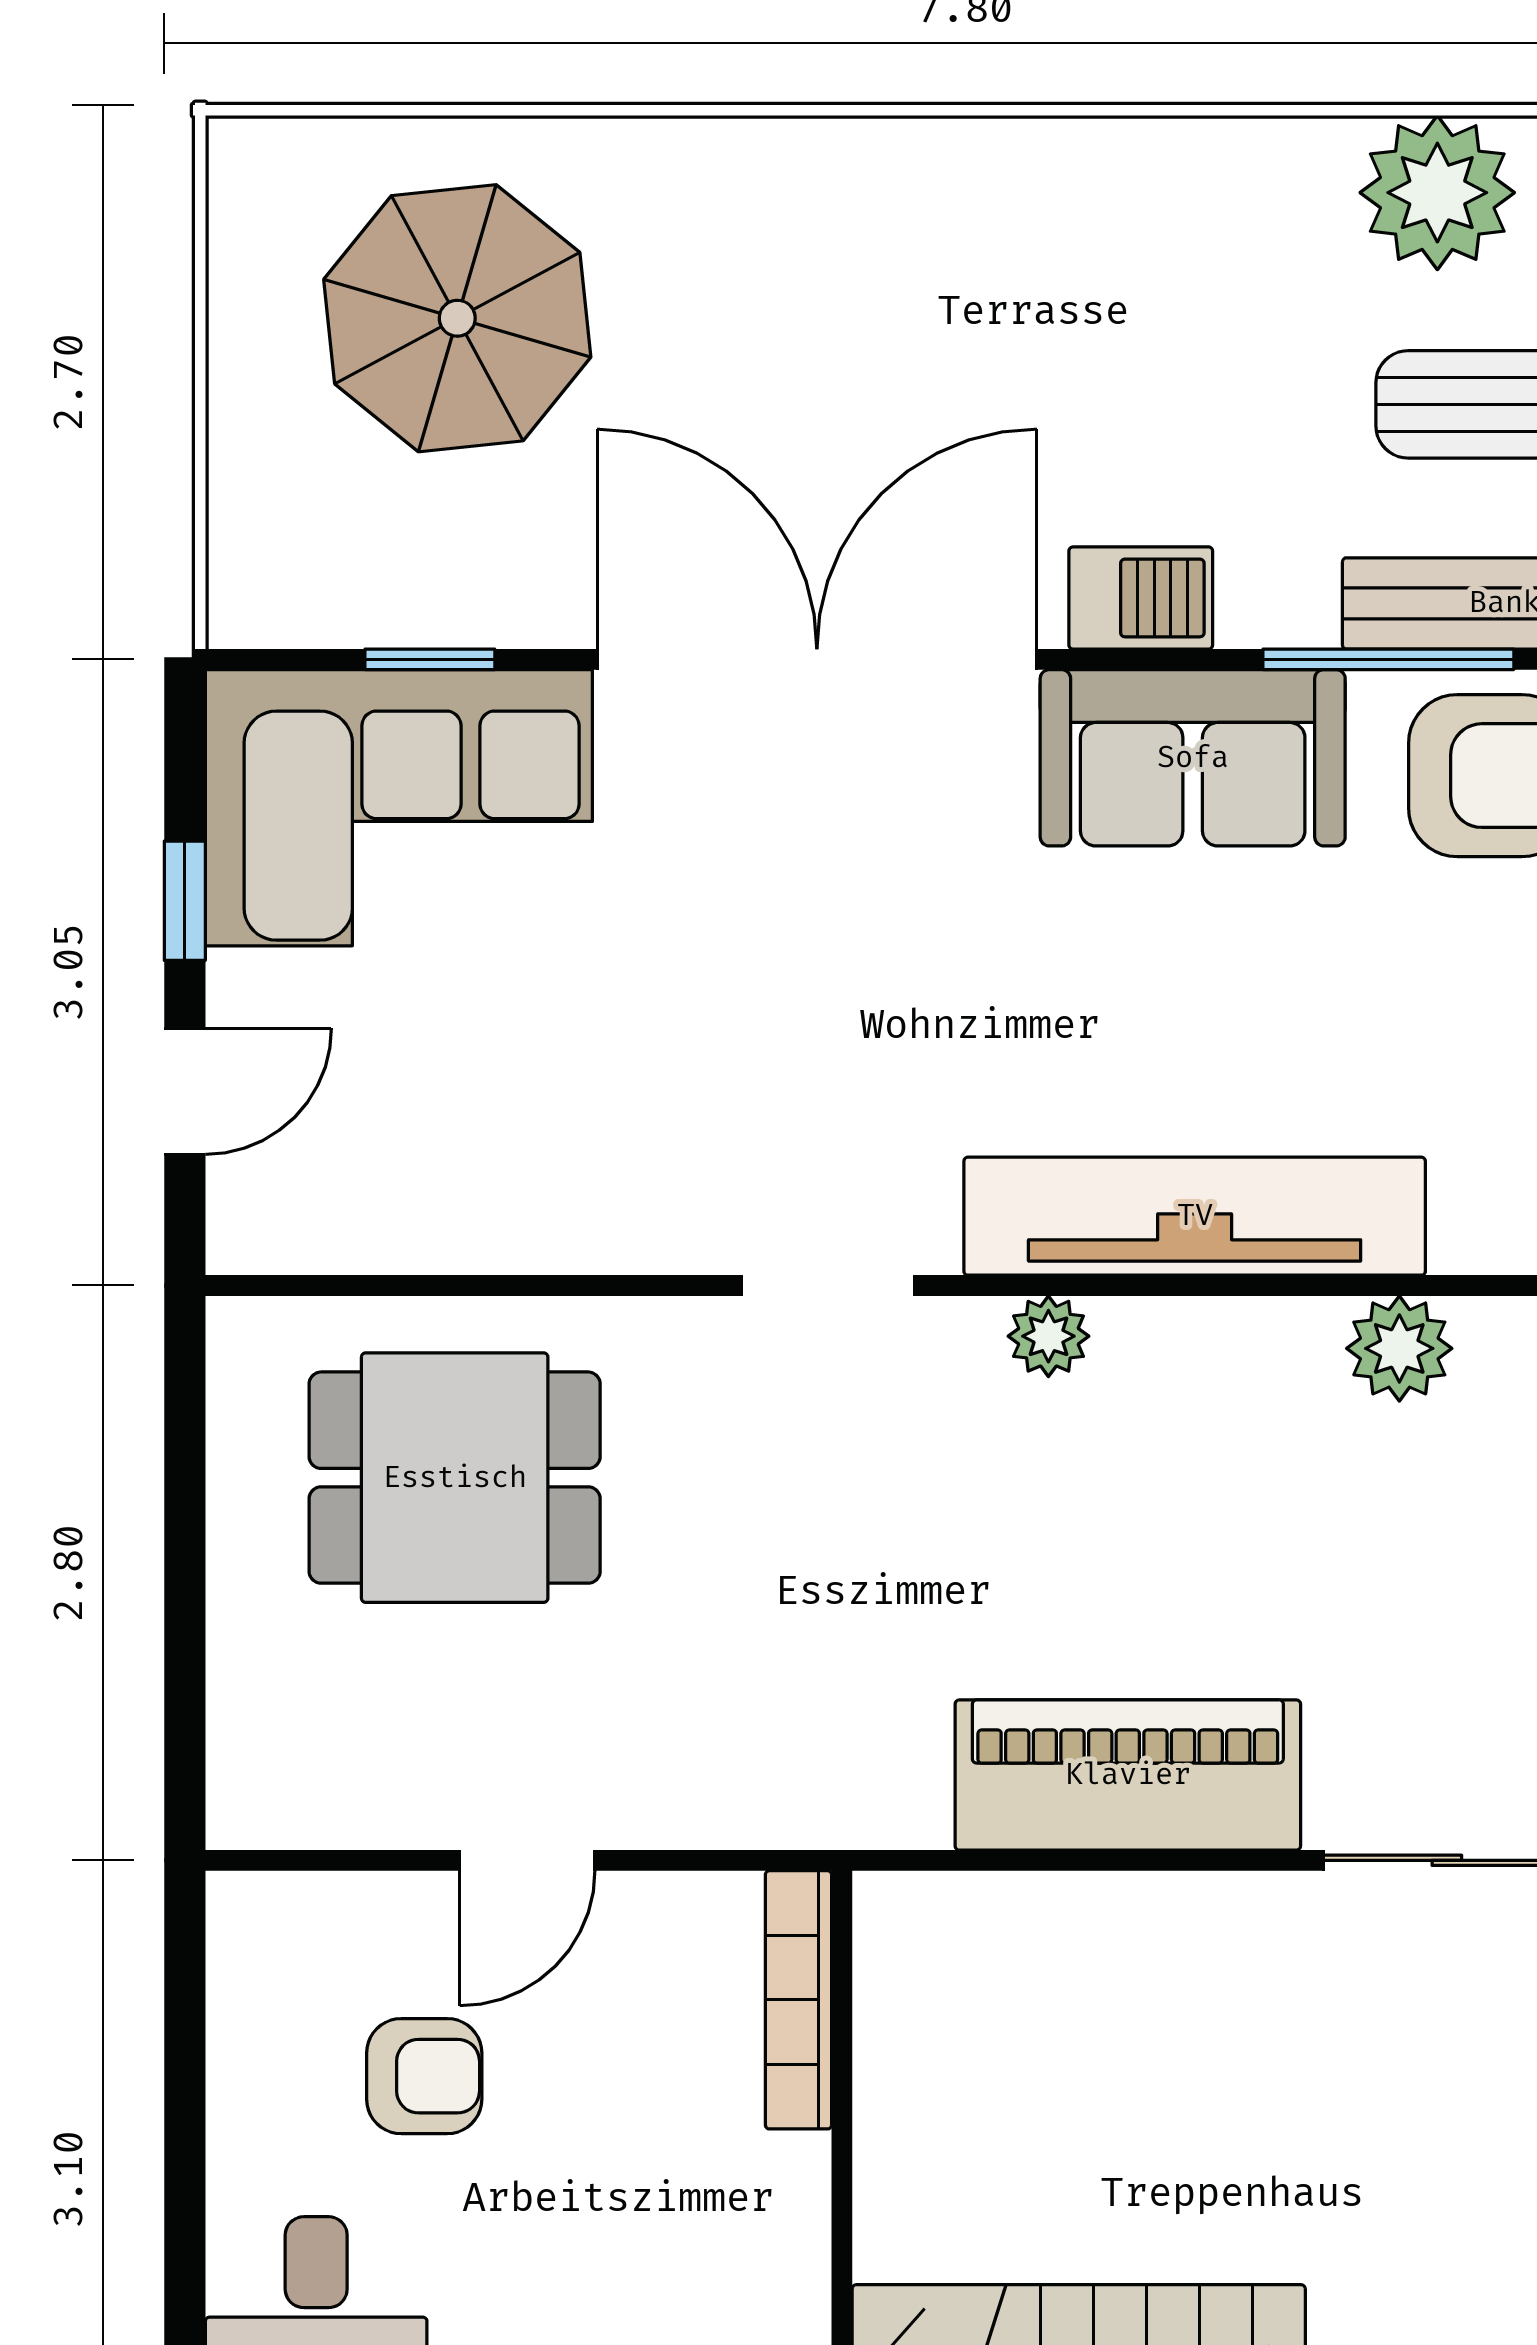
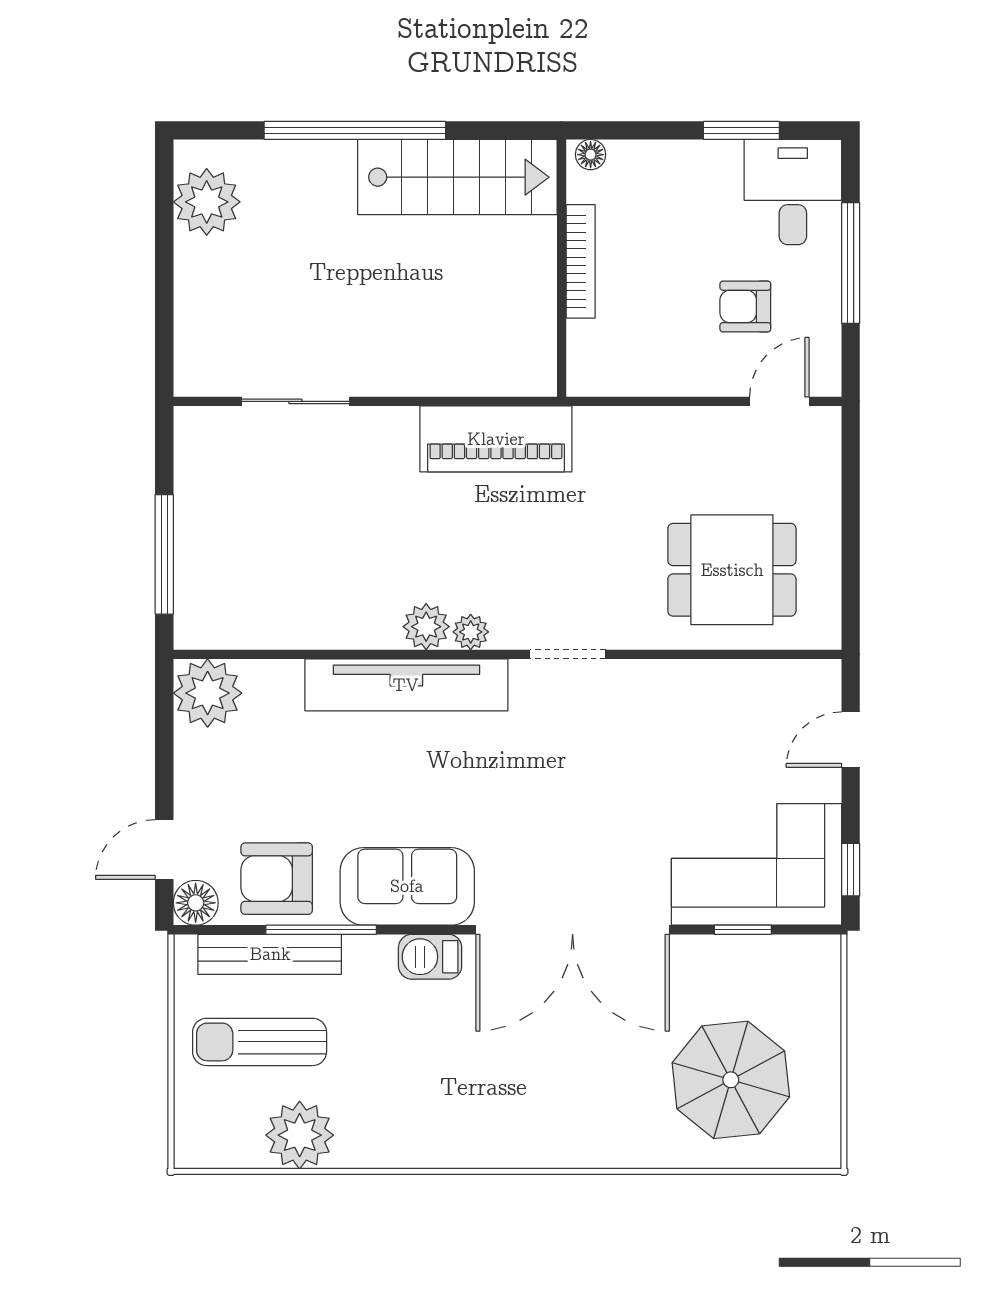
window: (185, 901) -> (851, 870), moved
plant: (1399, 1348) -> (426, 627), moved
piano: (1128, 1775) -> (496, 439), moved
door: (527, 1860) -> (779, 401), moved
bookcase: (798, 2000) -> (581, 261), moved
window: (185, 2175) -> (851, 263), added

